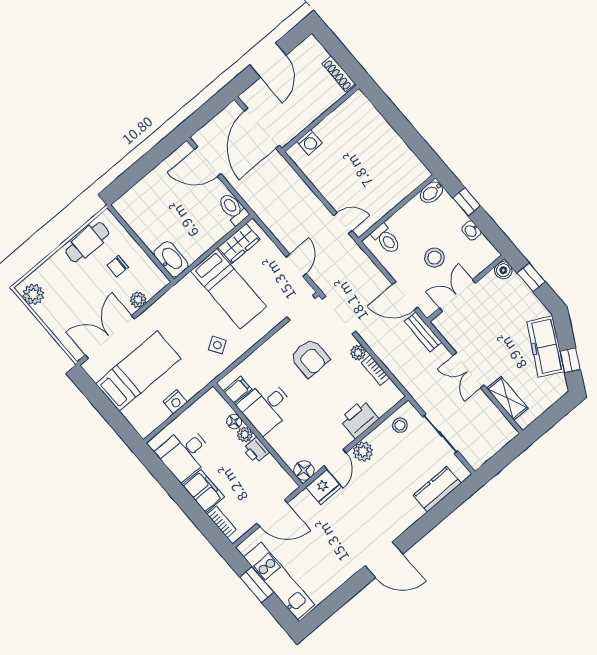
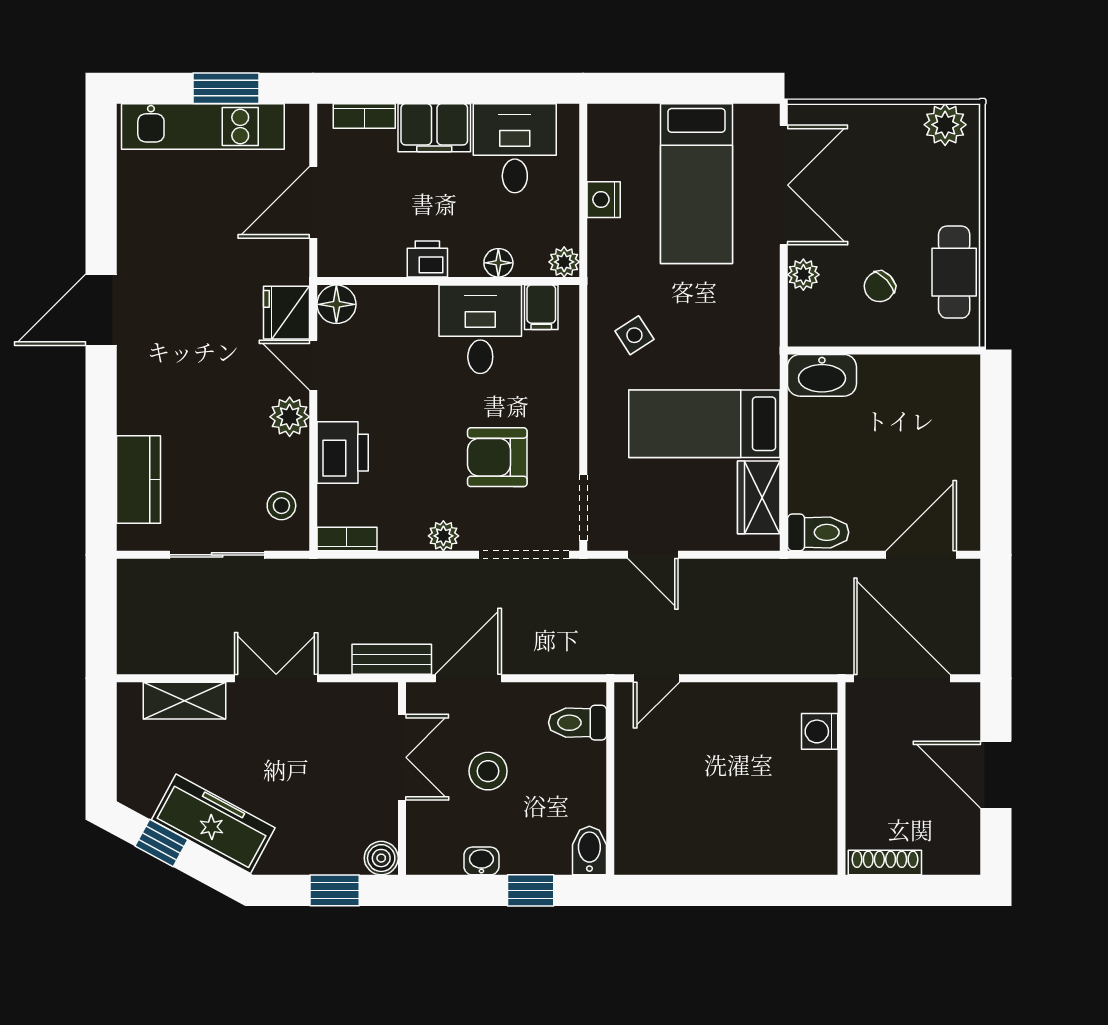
chair: (118, 266) -> (880, 287), turned -133
bookcase: (375, 370) -> (347, 539), moved
plant: (245, 435) -> (564, 262), moved

